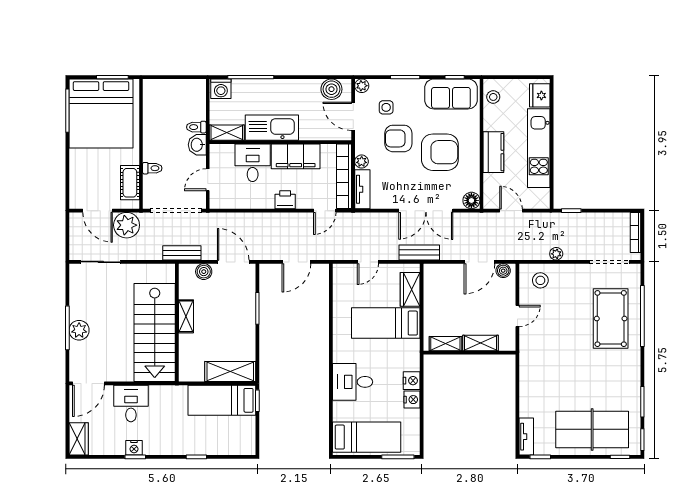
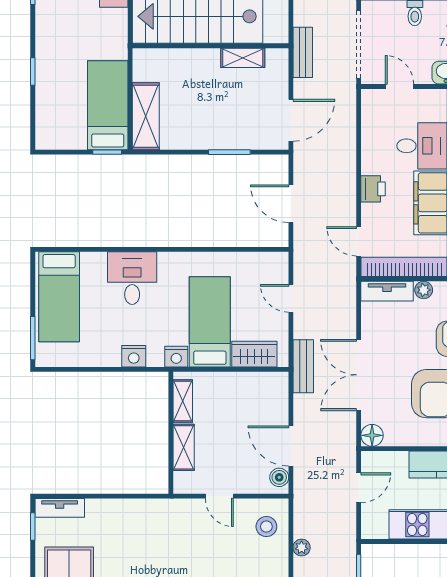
boiler: (204, 272) -> (278, 81), removed
shelving: (186, 316) -> (243, 58), moved
nightstand: (412, 400) -> (176, 357), moved

